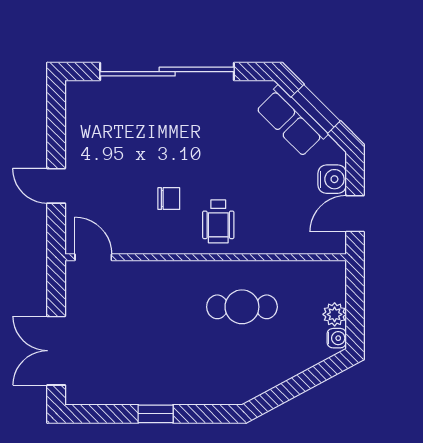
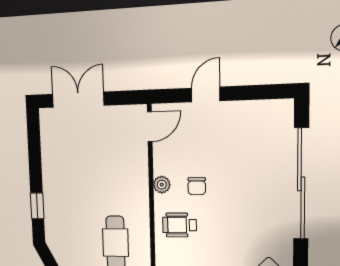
plant: (167, 243) -> (162, 185), added
window: (156, 414) -> (37, 206), moved

